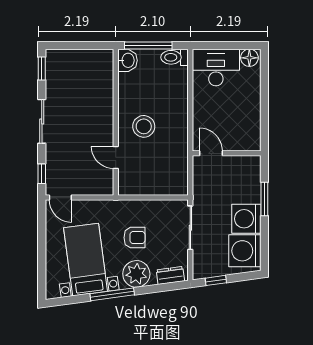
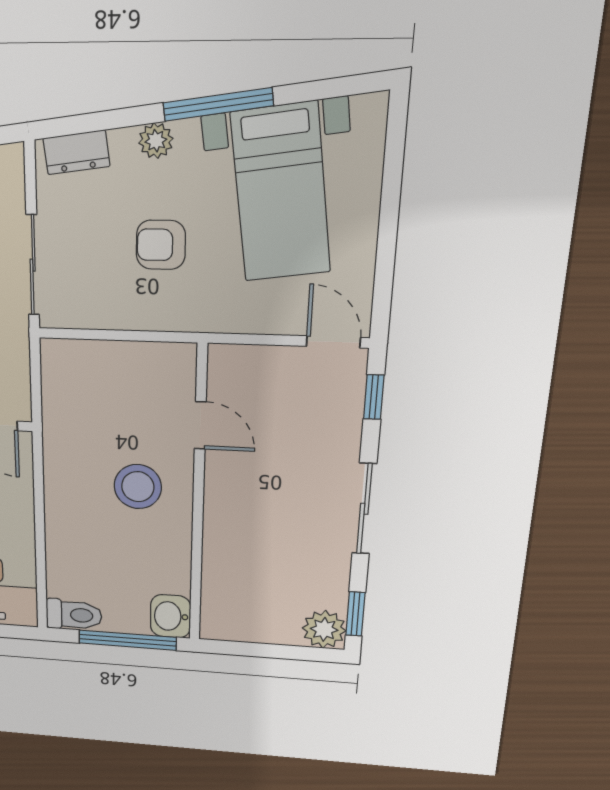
plant: (55, 59) -> (324, 629), added
plant: (136, 274) -> (156, 141), width x0.53, depth x0.53

